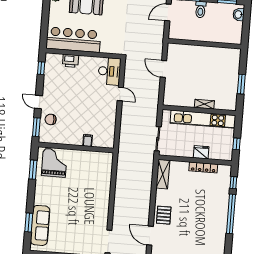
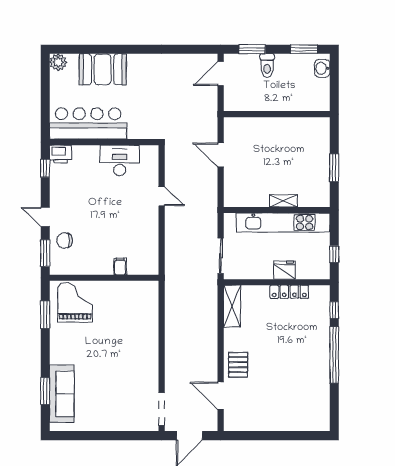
printer: (70, 61) -> (61, 154), moved
desk: (109, 71) -> (120, 160), moved, turned -90

